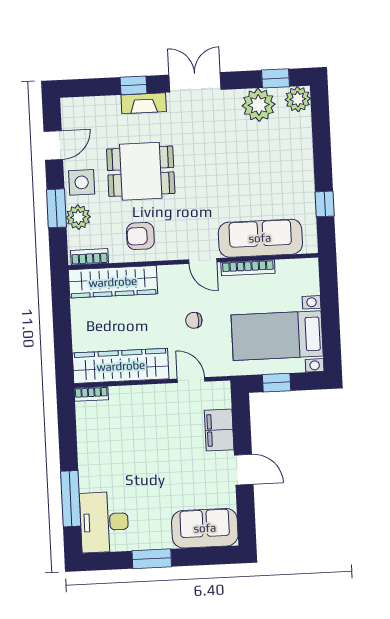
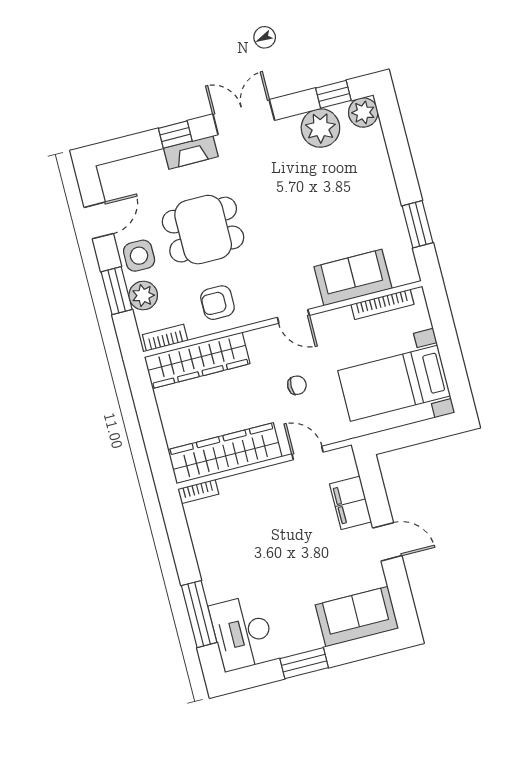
window: (325, 204) -> (418, 224), width x1.50
sofa: (260, 238) -> (353, 278), width x0.73
bookcase: (248, 268) -> (382, 304), moved
chair: (194, 320) -> (297, 385), turned 180
window: (277, 383) -> (404, 436), removed

